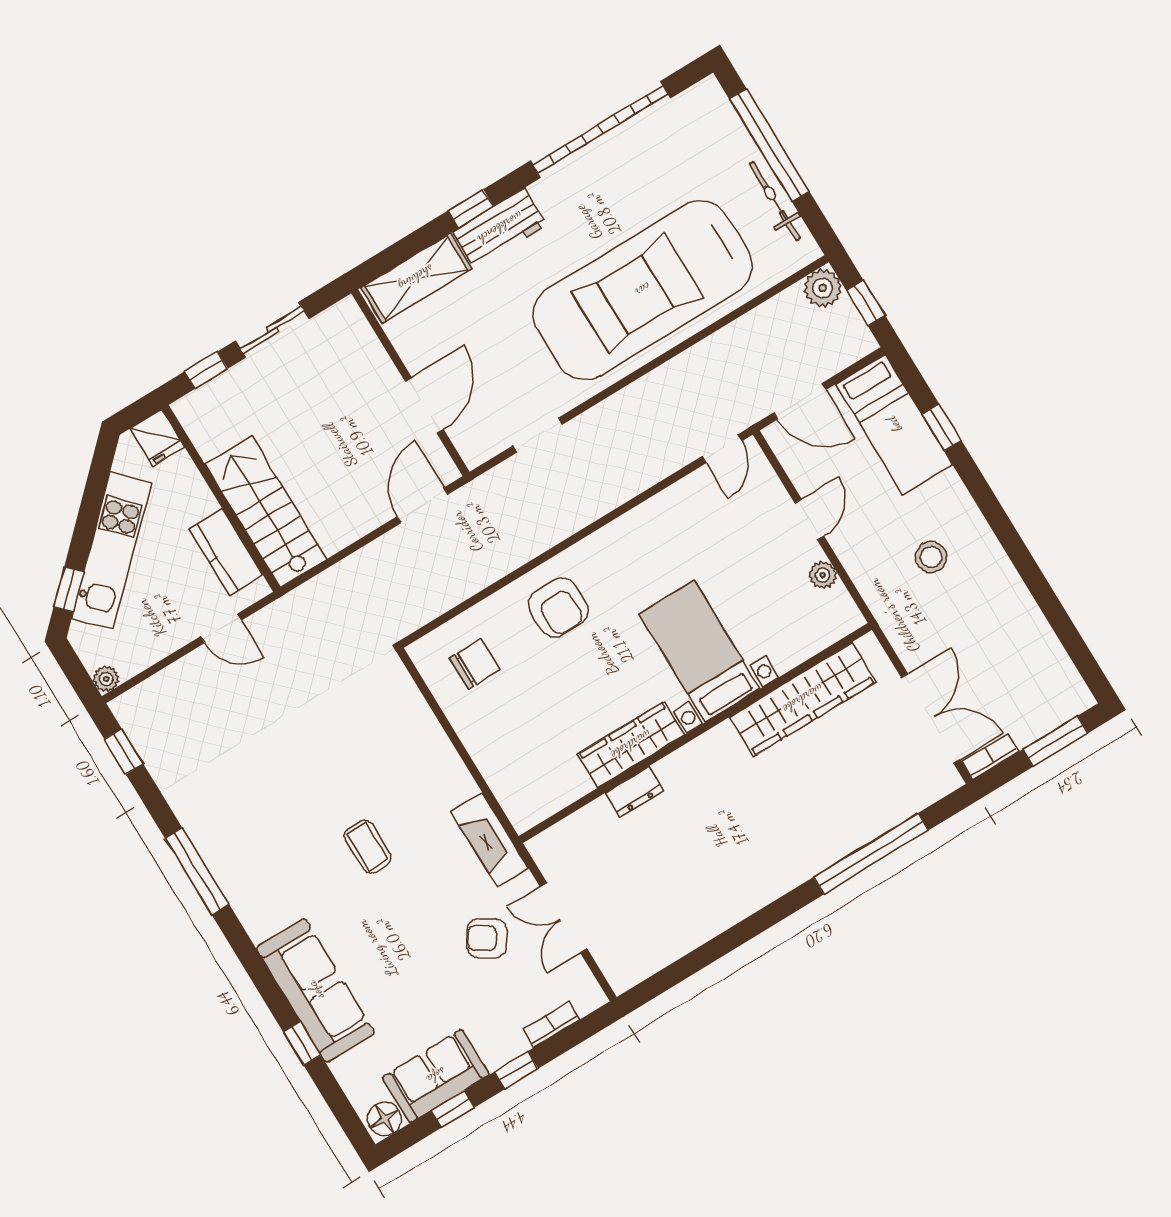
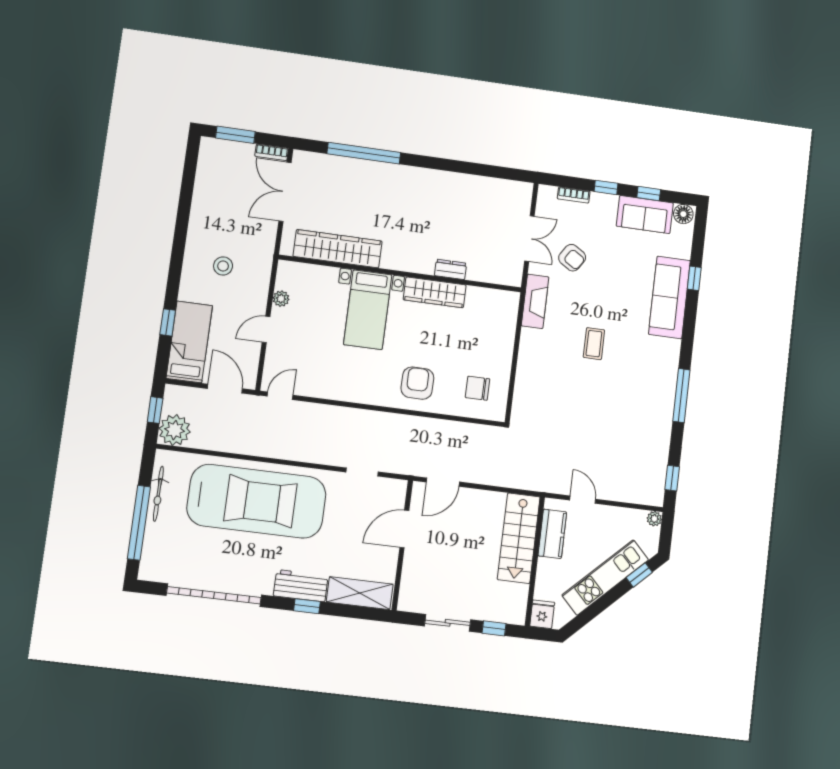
plant: (823, 288) -> (175, 430), width x1.36, depth x1.36

